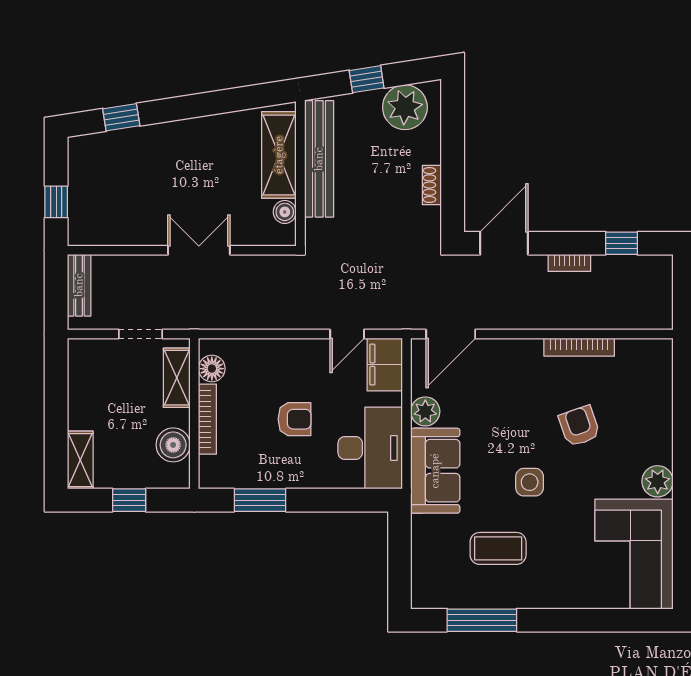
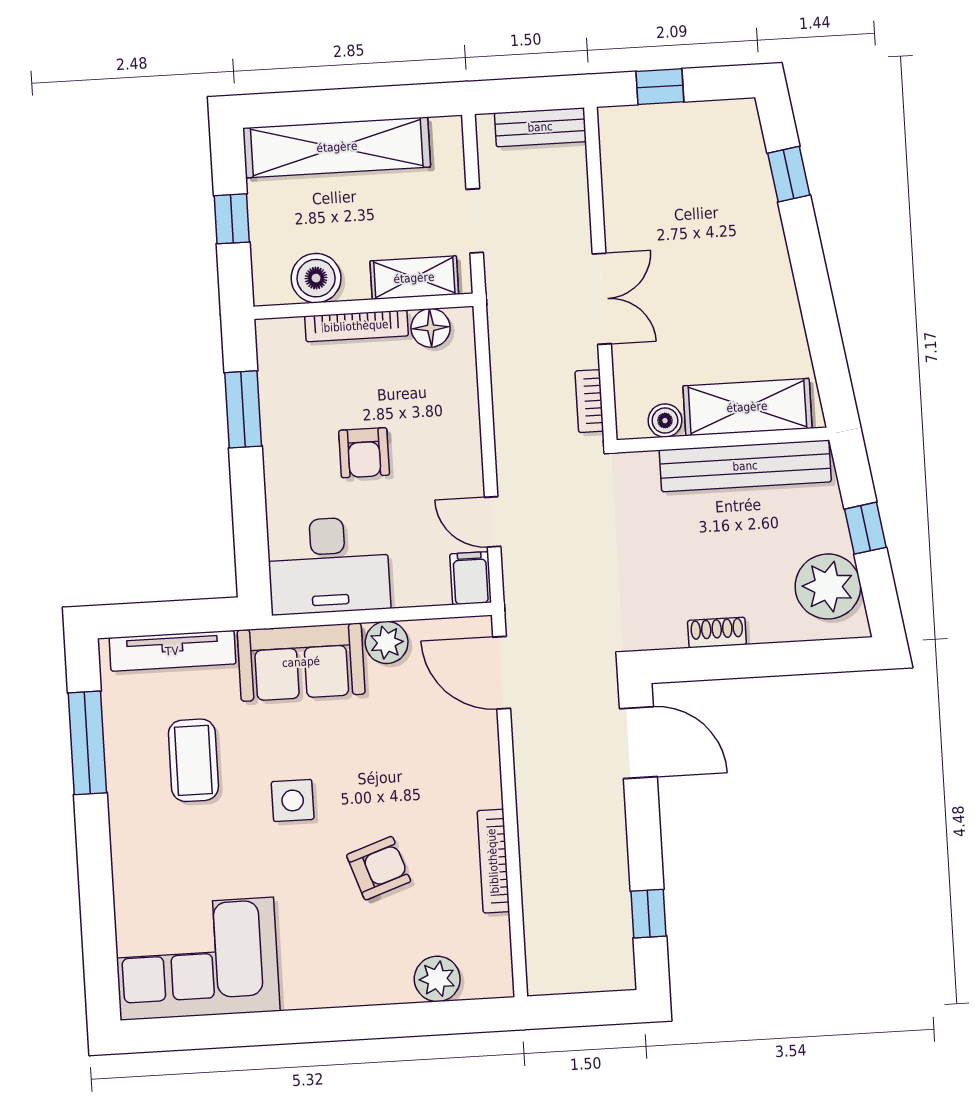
bookcase: (569, 263) -> (589, 401), moved
filing cabinet: (385, 365) -> (471, 578), width x0.50
shelving: (80, 460) -> (337, 147), width x2.20, depth x1.33
plant: (658, 481) -> (437, 979), moved
tv unit: (422, 558) -> (172, 651), added

